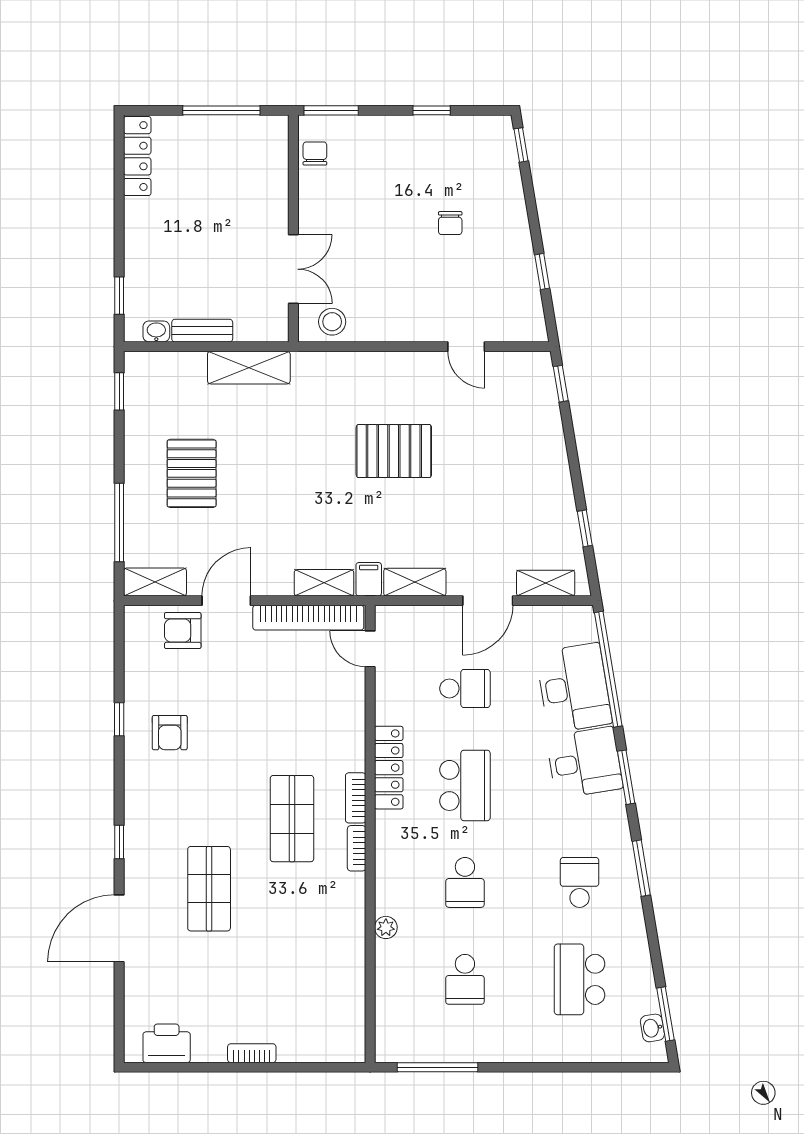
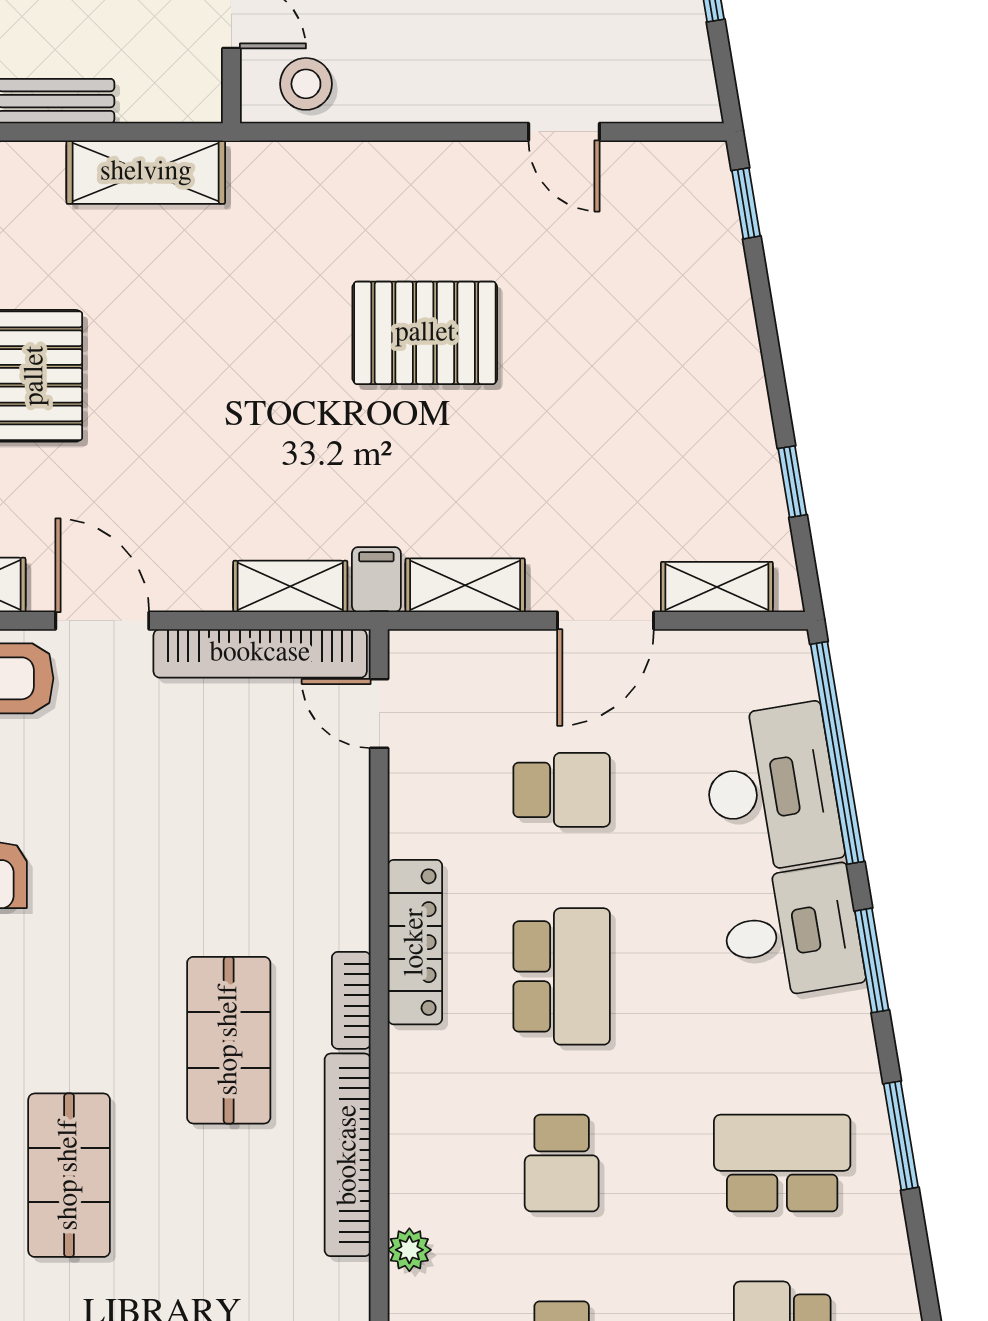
door: (226, 601) -> (102, 621), hinge flipped
bookcase: (357, 848) -> (348, 1155), width x2.31, depth x1.31
school desk: (580, 882) -> (782, 1163), width x1.85

